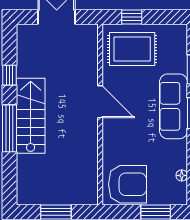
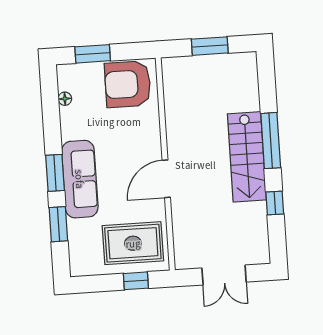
door: (100, 102) -> (166, 179), hinge flipped

